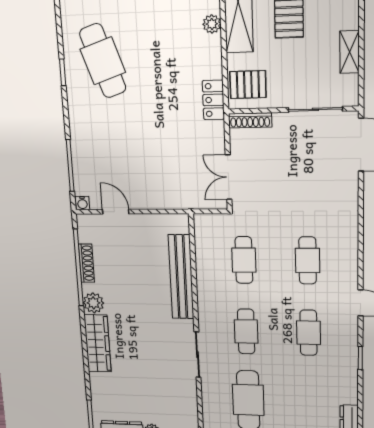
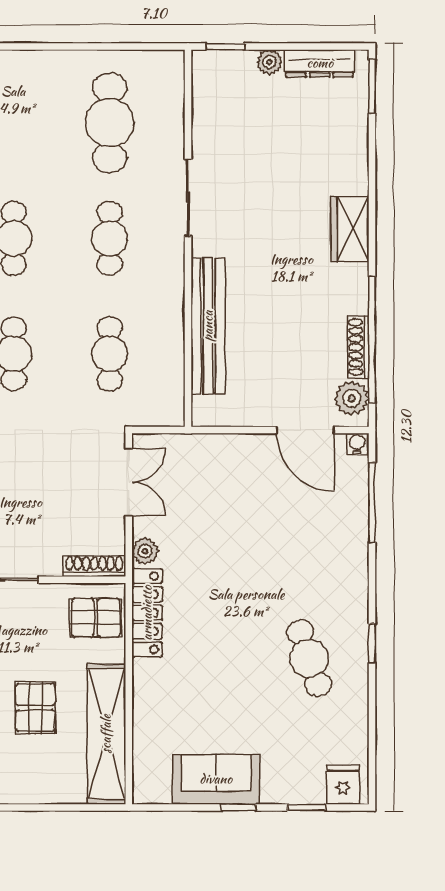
plant: (212, 24) -> (145, 551), moved
cafe table: (103, 61) -> (309, 658), width x0.73, depth x0.74
locker: (213, 100) -> (147, 613), width x1.53
door: (116, 212) -> (305, 430), width x1.38
plant: (93, 303) -> (352, 398), moved
wardrobe: (98, 343) -> (350, 229), width x0.67

